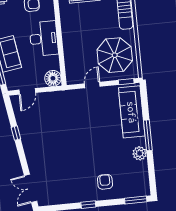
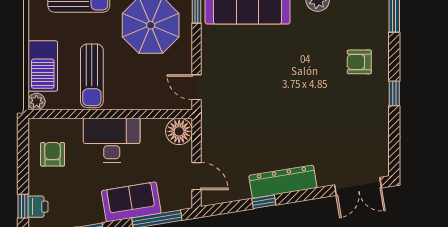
sun lounger: (81, 23) -> (92, 76), added
door: (92, 85) -> (196, 87), moved
dresser: (29, 143) -> (283, 182), added

